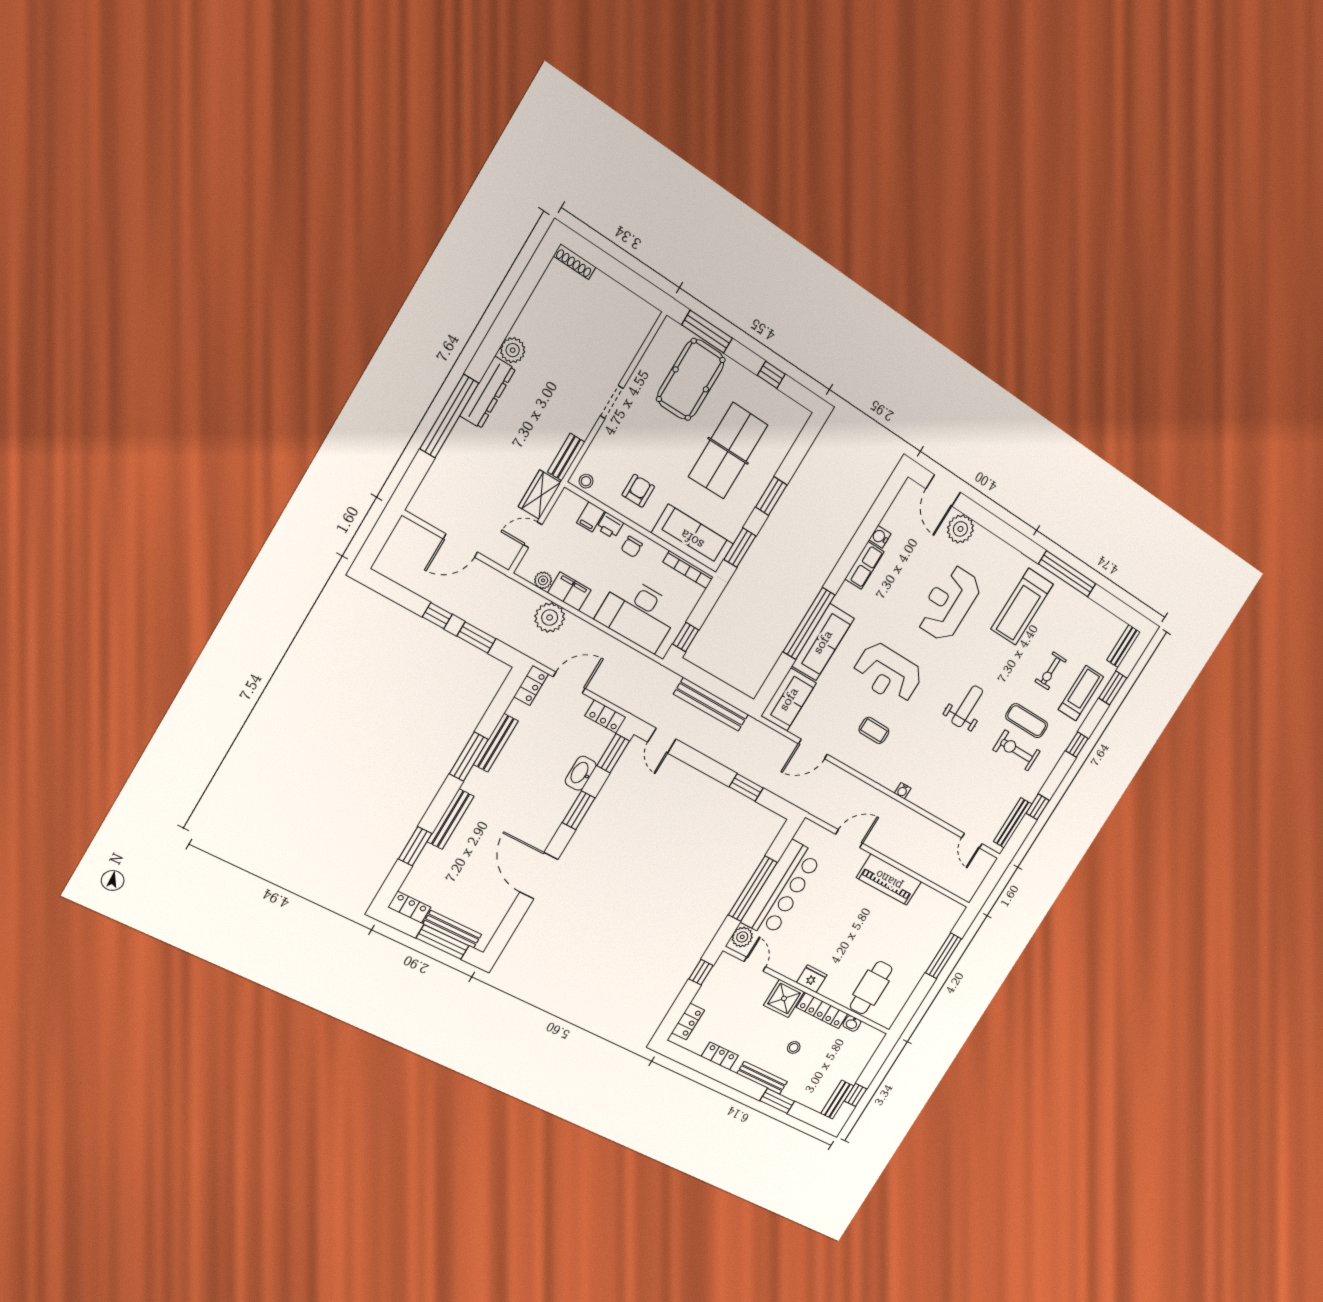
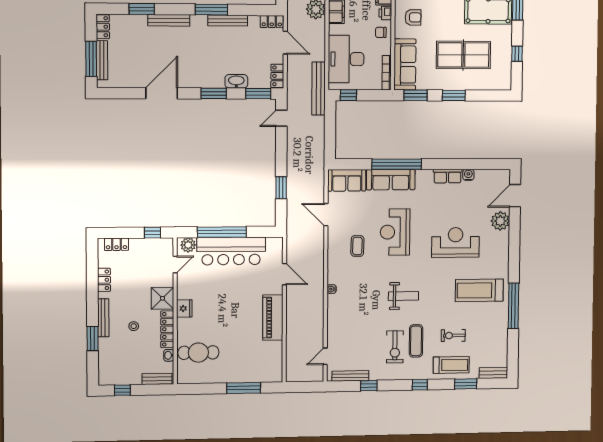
bench: (711, 704) -> (319, 88), moved
exercise bike: (1016, 750) -> (395, 347), turned 180
bench: (837, 1100) -> (157, 379), moved

